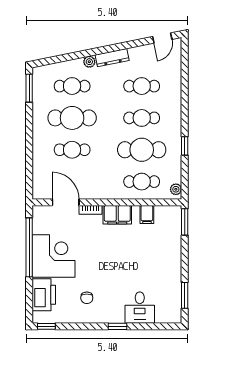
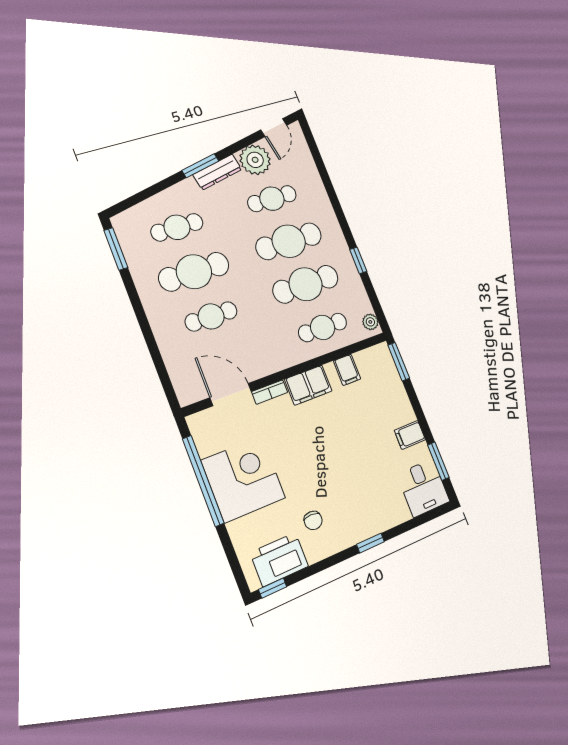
window: (102, 50) -> (200, 166), added
plant: (89, 62) -> (255, 160), moved, width x1.88, depth x1.88
cafe table: (142, 118) -> (289, 241), width x1.37, depth x1.35
filing cabinet: (172, 271) -> (410, 435), added
printer: (44, 295) -> (279, 559), moved, turned -90
desk: (140, 308) -> (423, 488), moved

